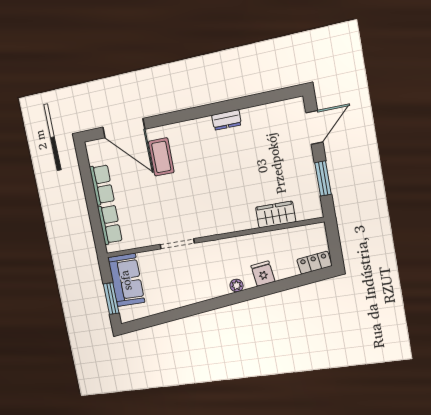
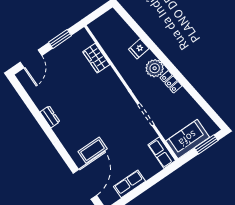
door: (314, 127) -> (31, 59), swing flipped
row of seats: (110, 224) -> (162, 153), moved, turned -90
locker: (314, 263) -> (171, 82), moved
plant: (237, 286) -> (155, 68), width x1.88, depth x1.88

